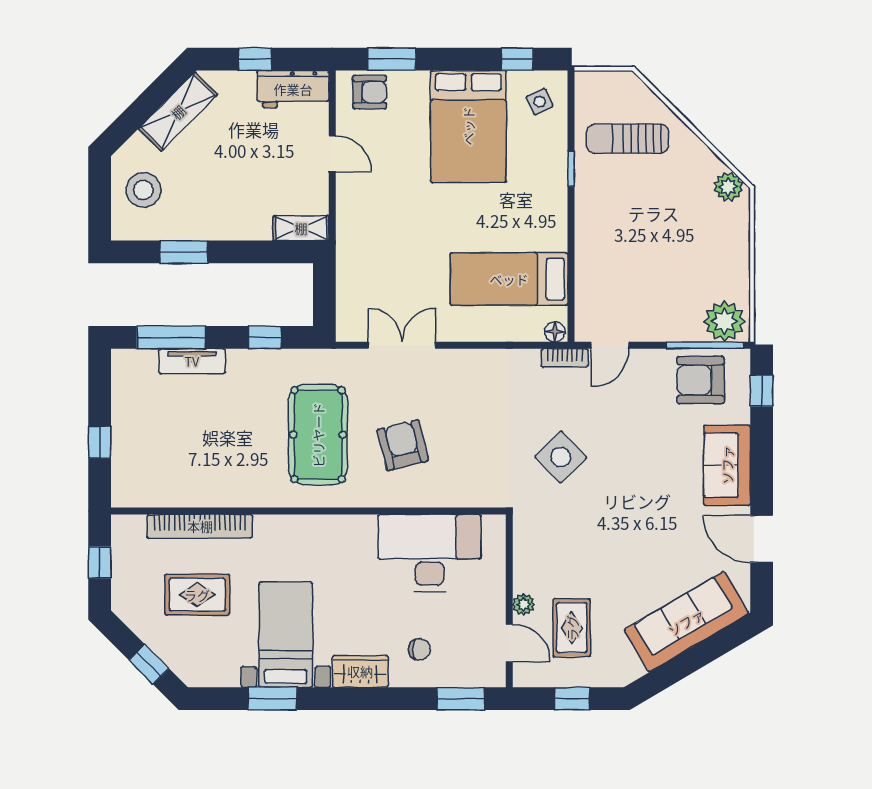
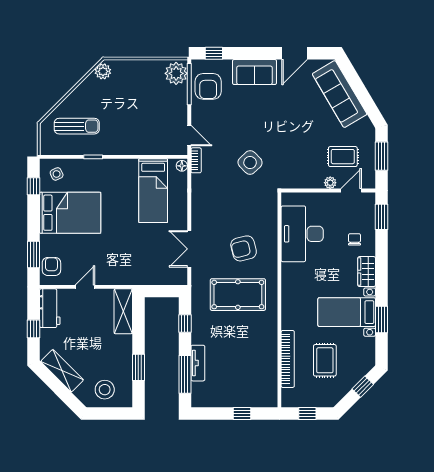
sun lounger: (628, 139) -> (77, 126), turned -90
shelving: (301, 228) -> (123, 311), width x1.50, depth x1.33
window: (572, 699) -> (382, 156), width x1.50

